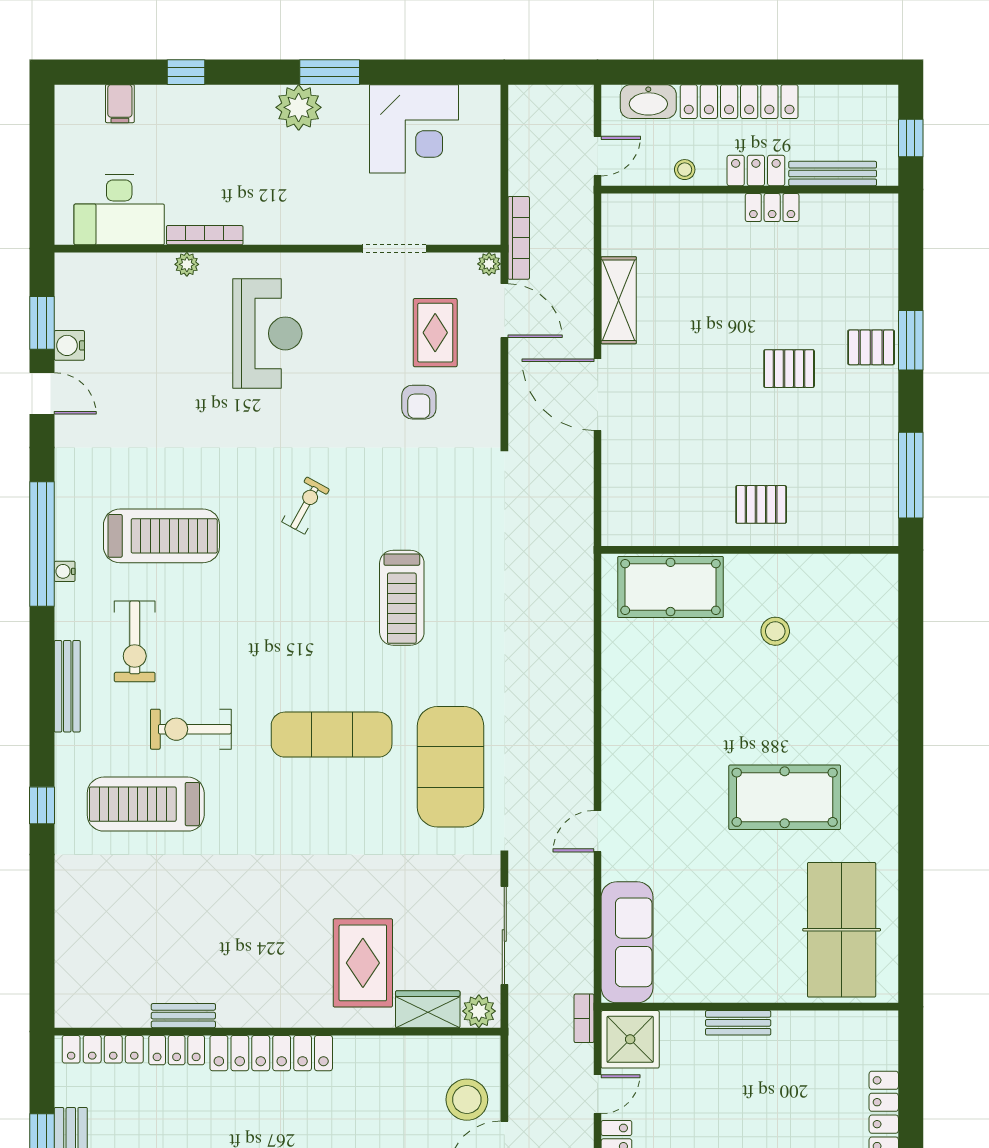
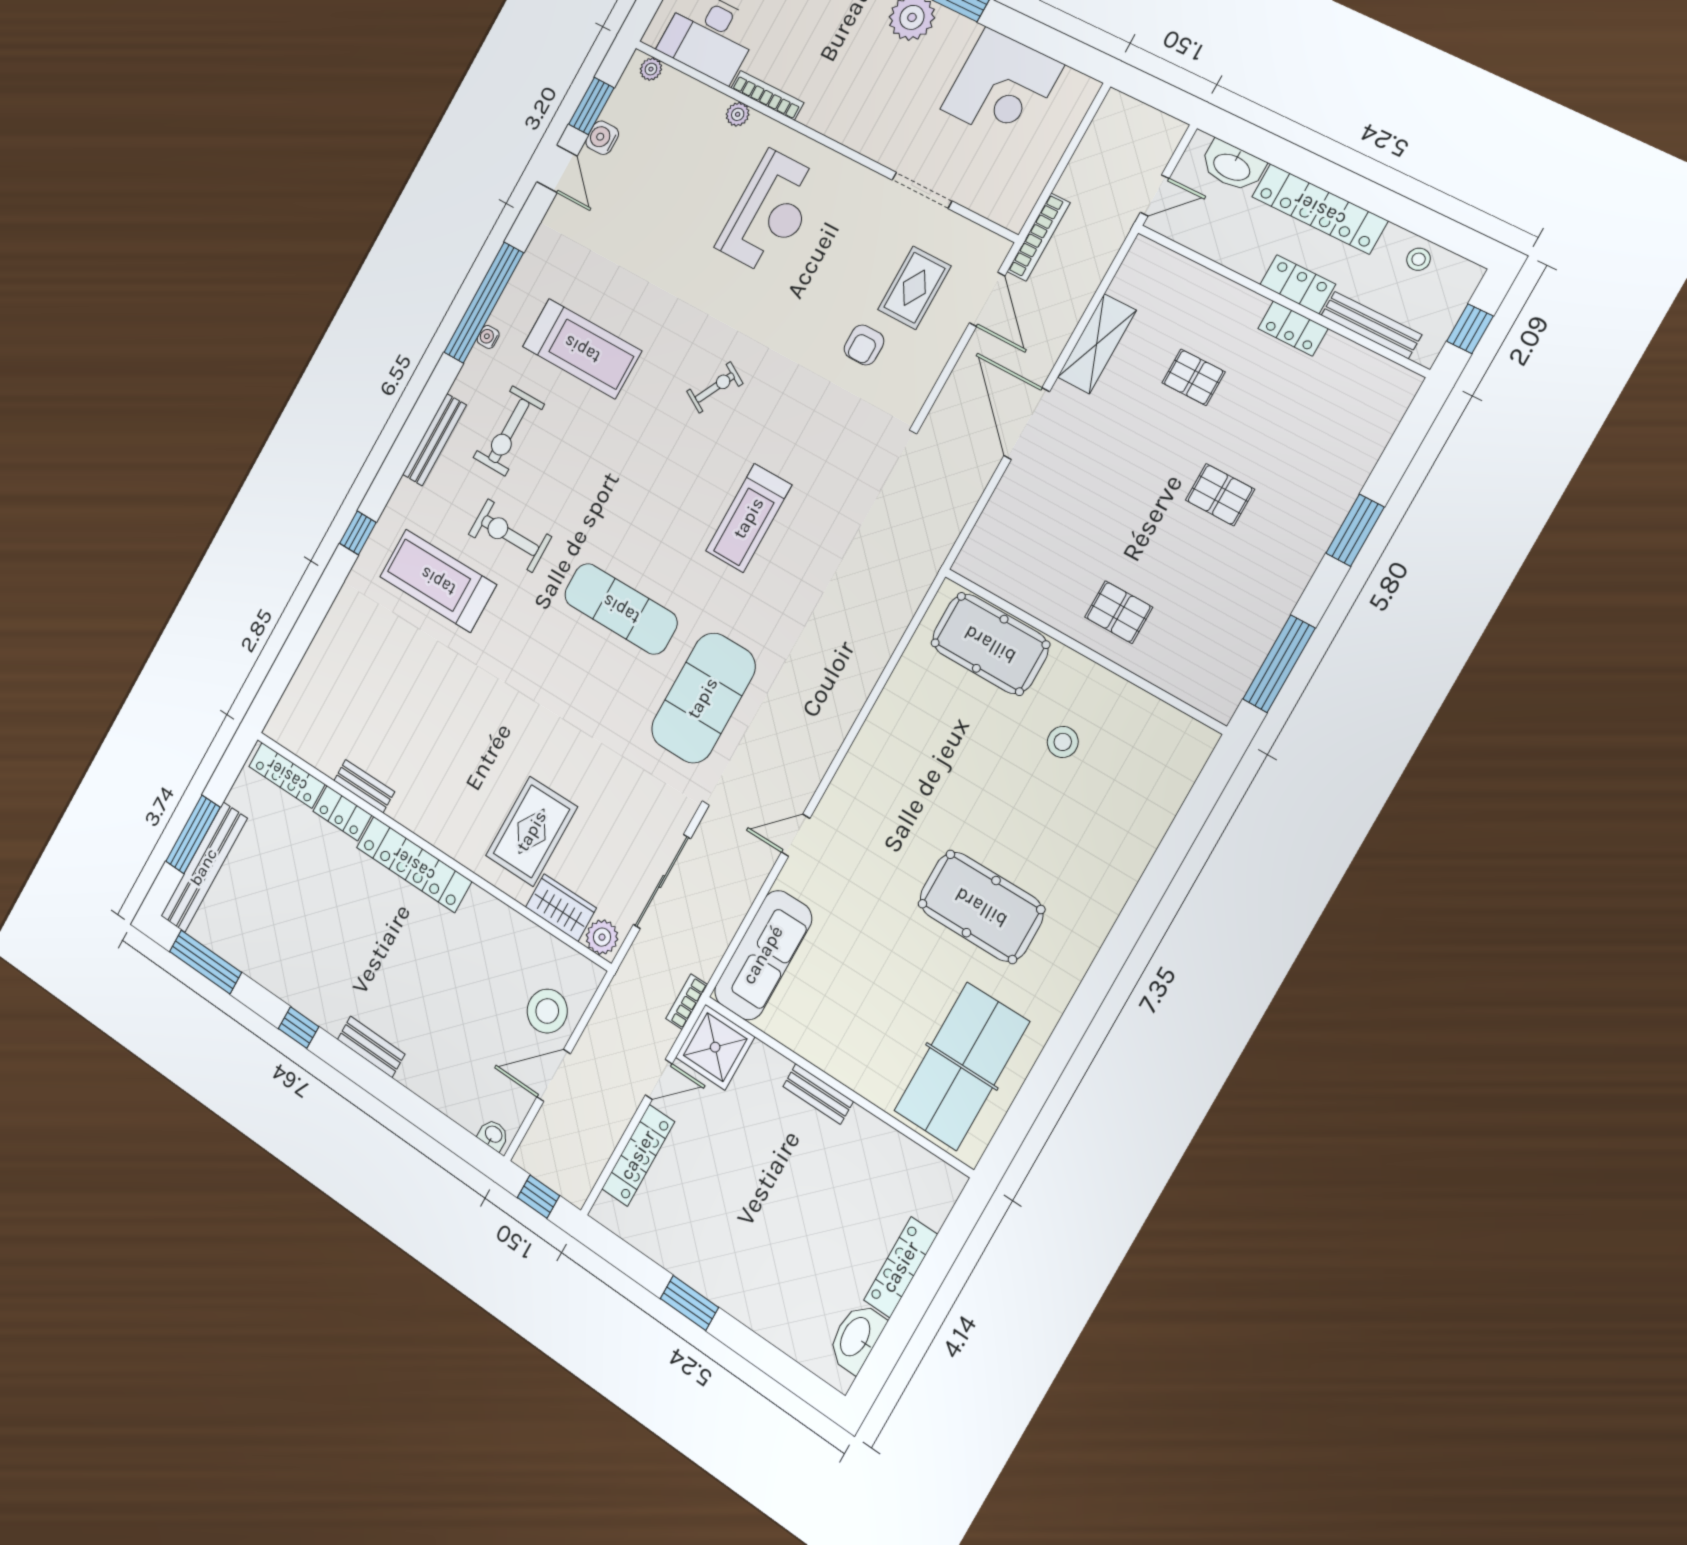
stool: (685, 170) -> (1419, 259), moved
plant: (489, 264) -> (651, 69), moved
pallet: (871, 347) -> (1194, 377), moved

